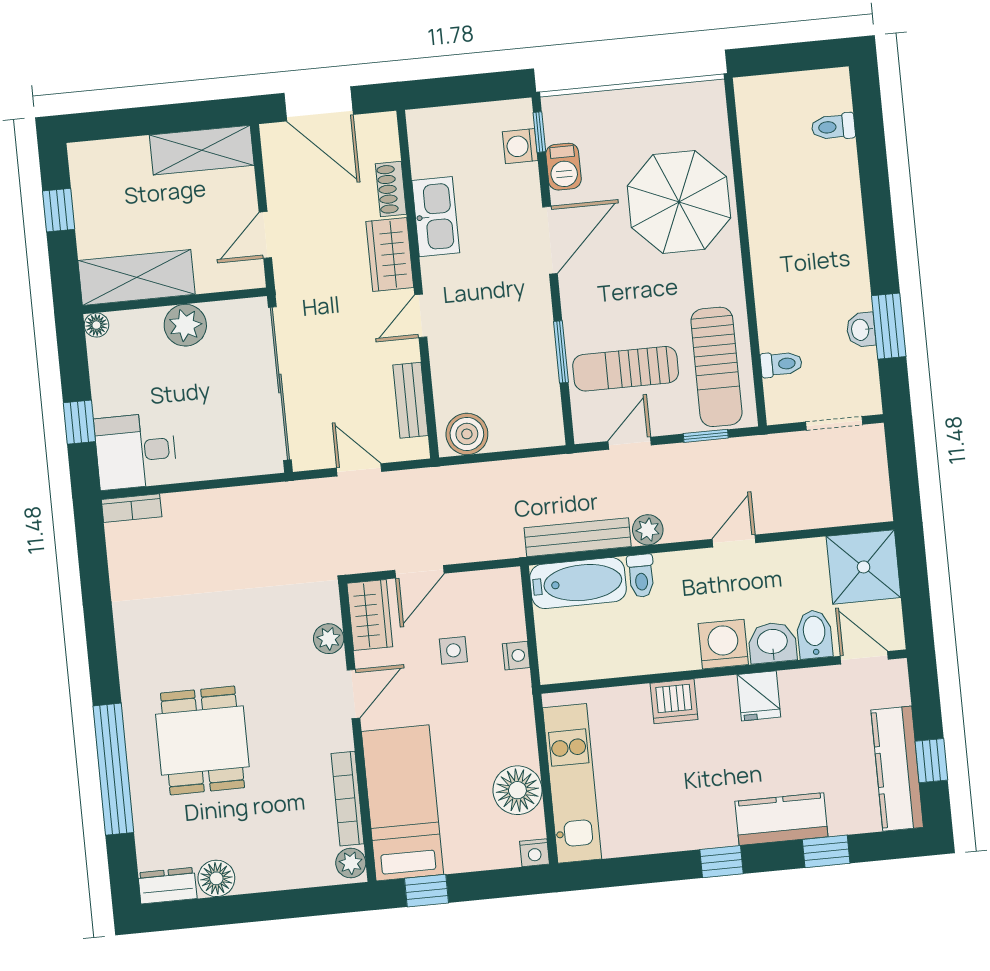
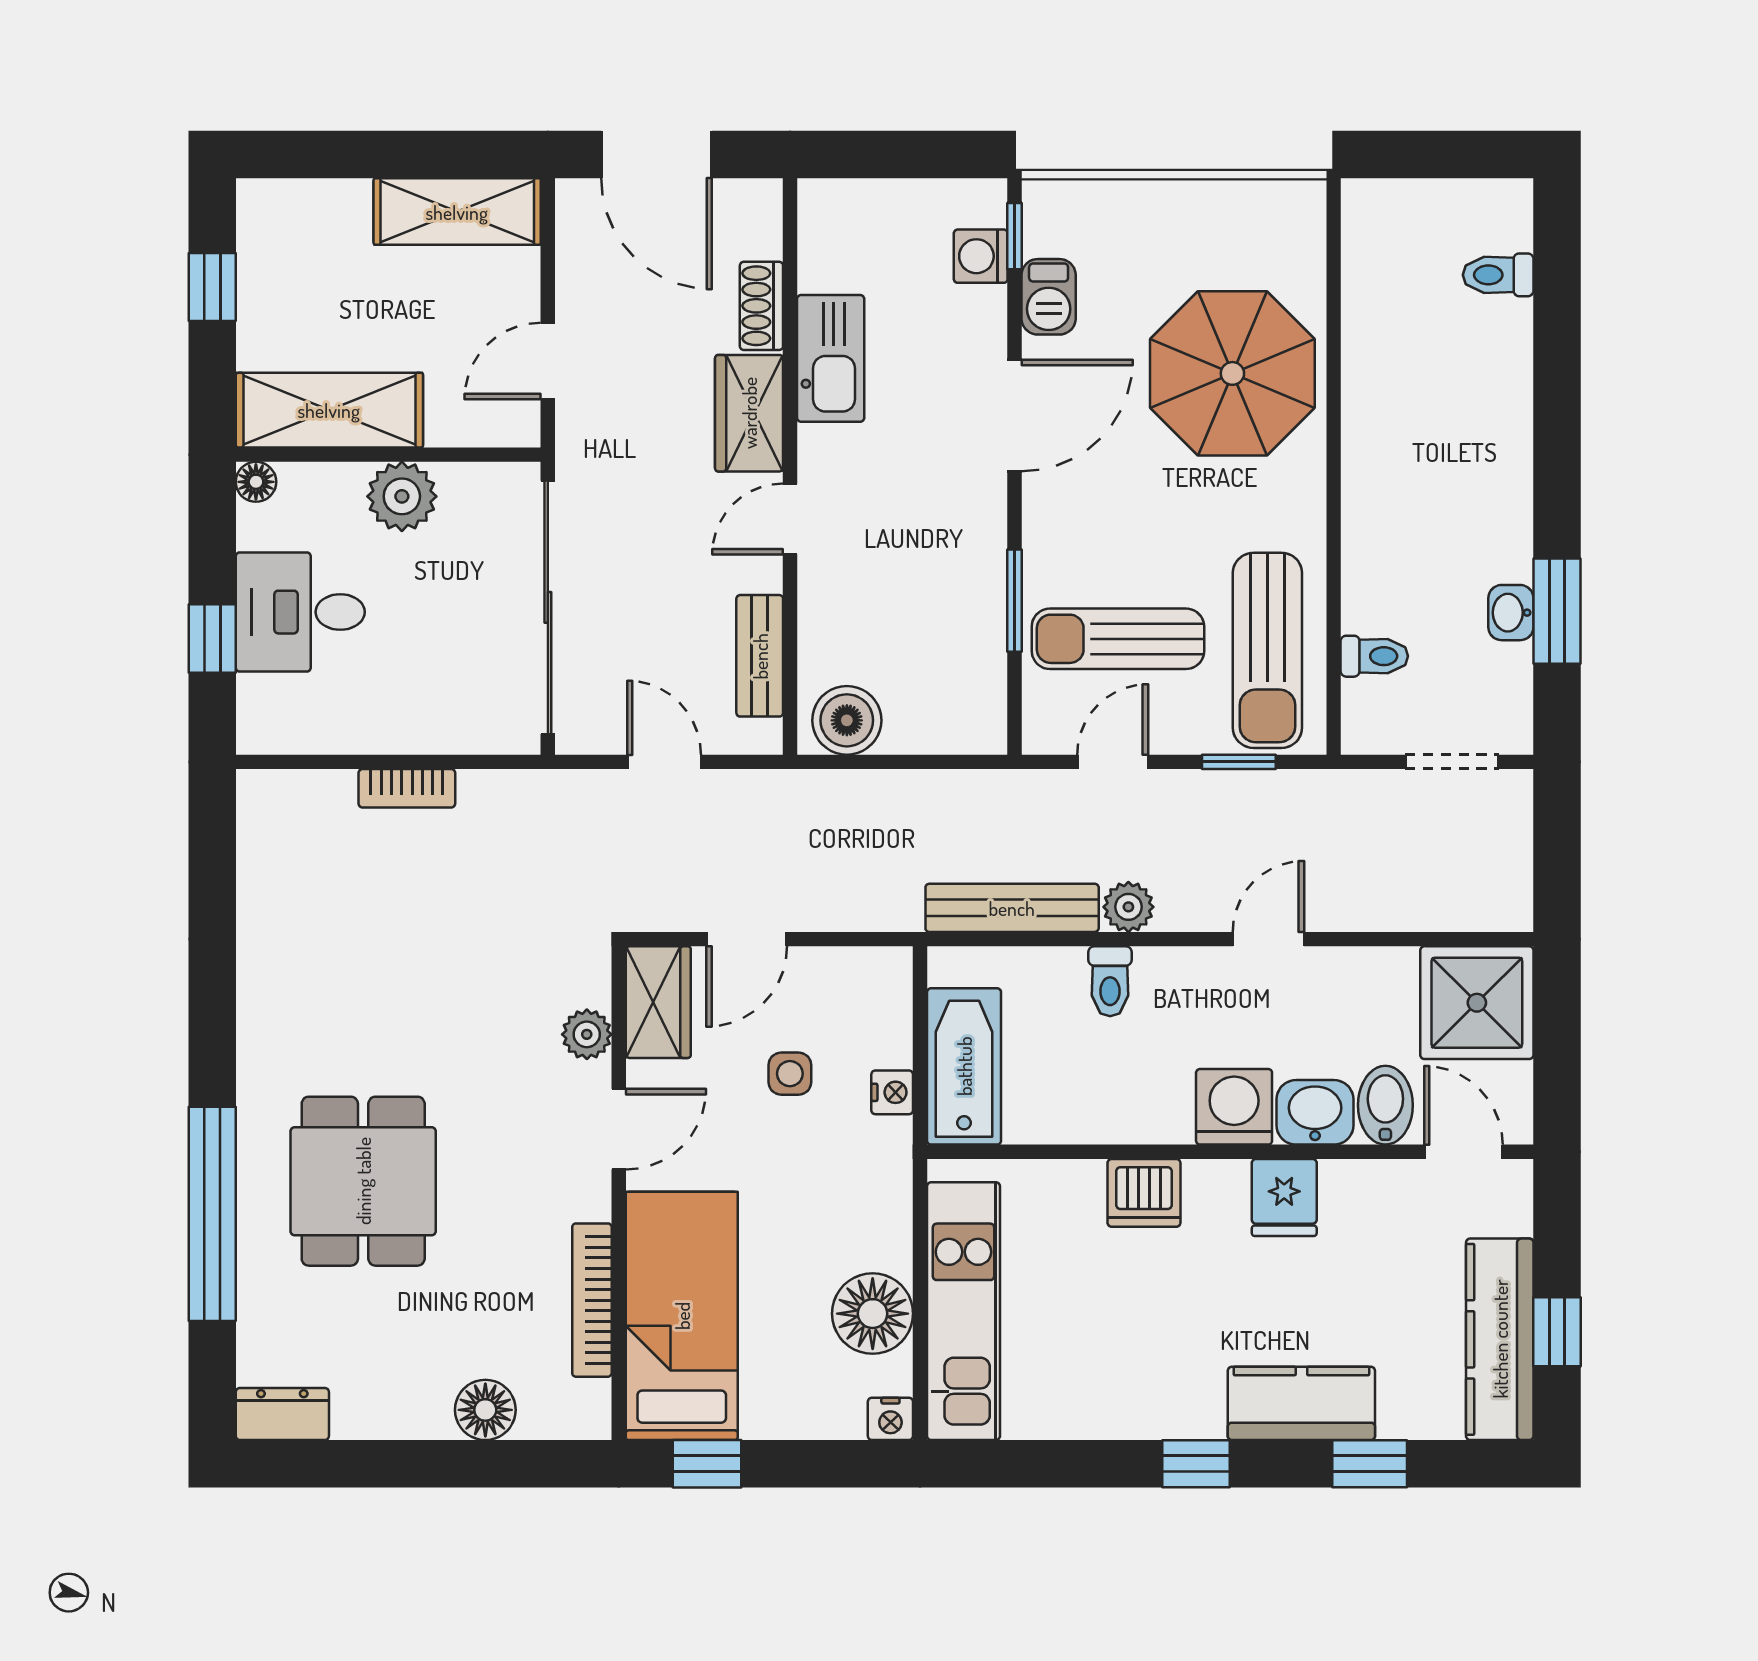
desk: (136, 451) -> (300, 612), moved
bookcase: (132, 508) -> (407, 788), moved
bathtub: (578, 583) -> (964, 1066), moved, turned -90
plant: (351, 863) -> (587, 1406), removed
floor lamp: (216, 878) -> (485, 1410), moved

